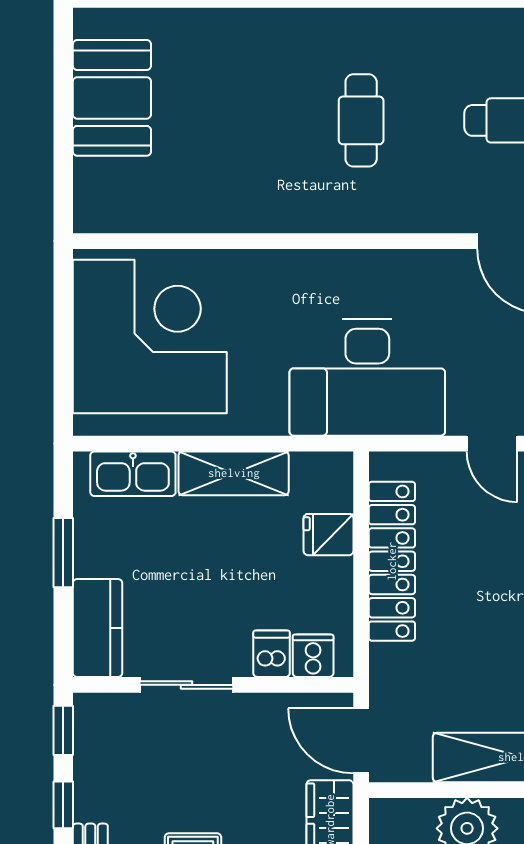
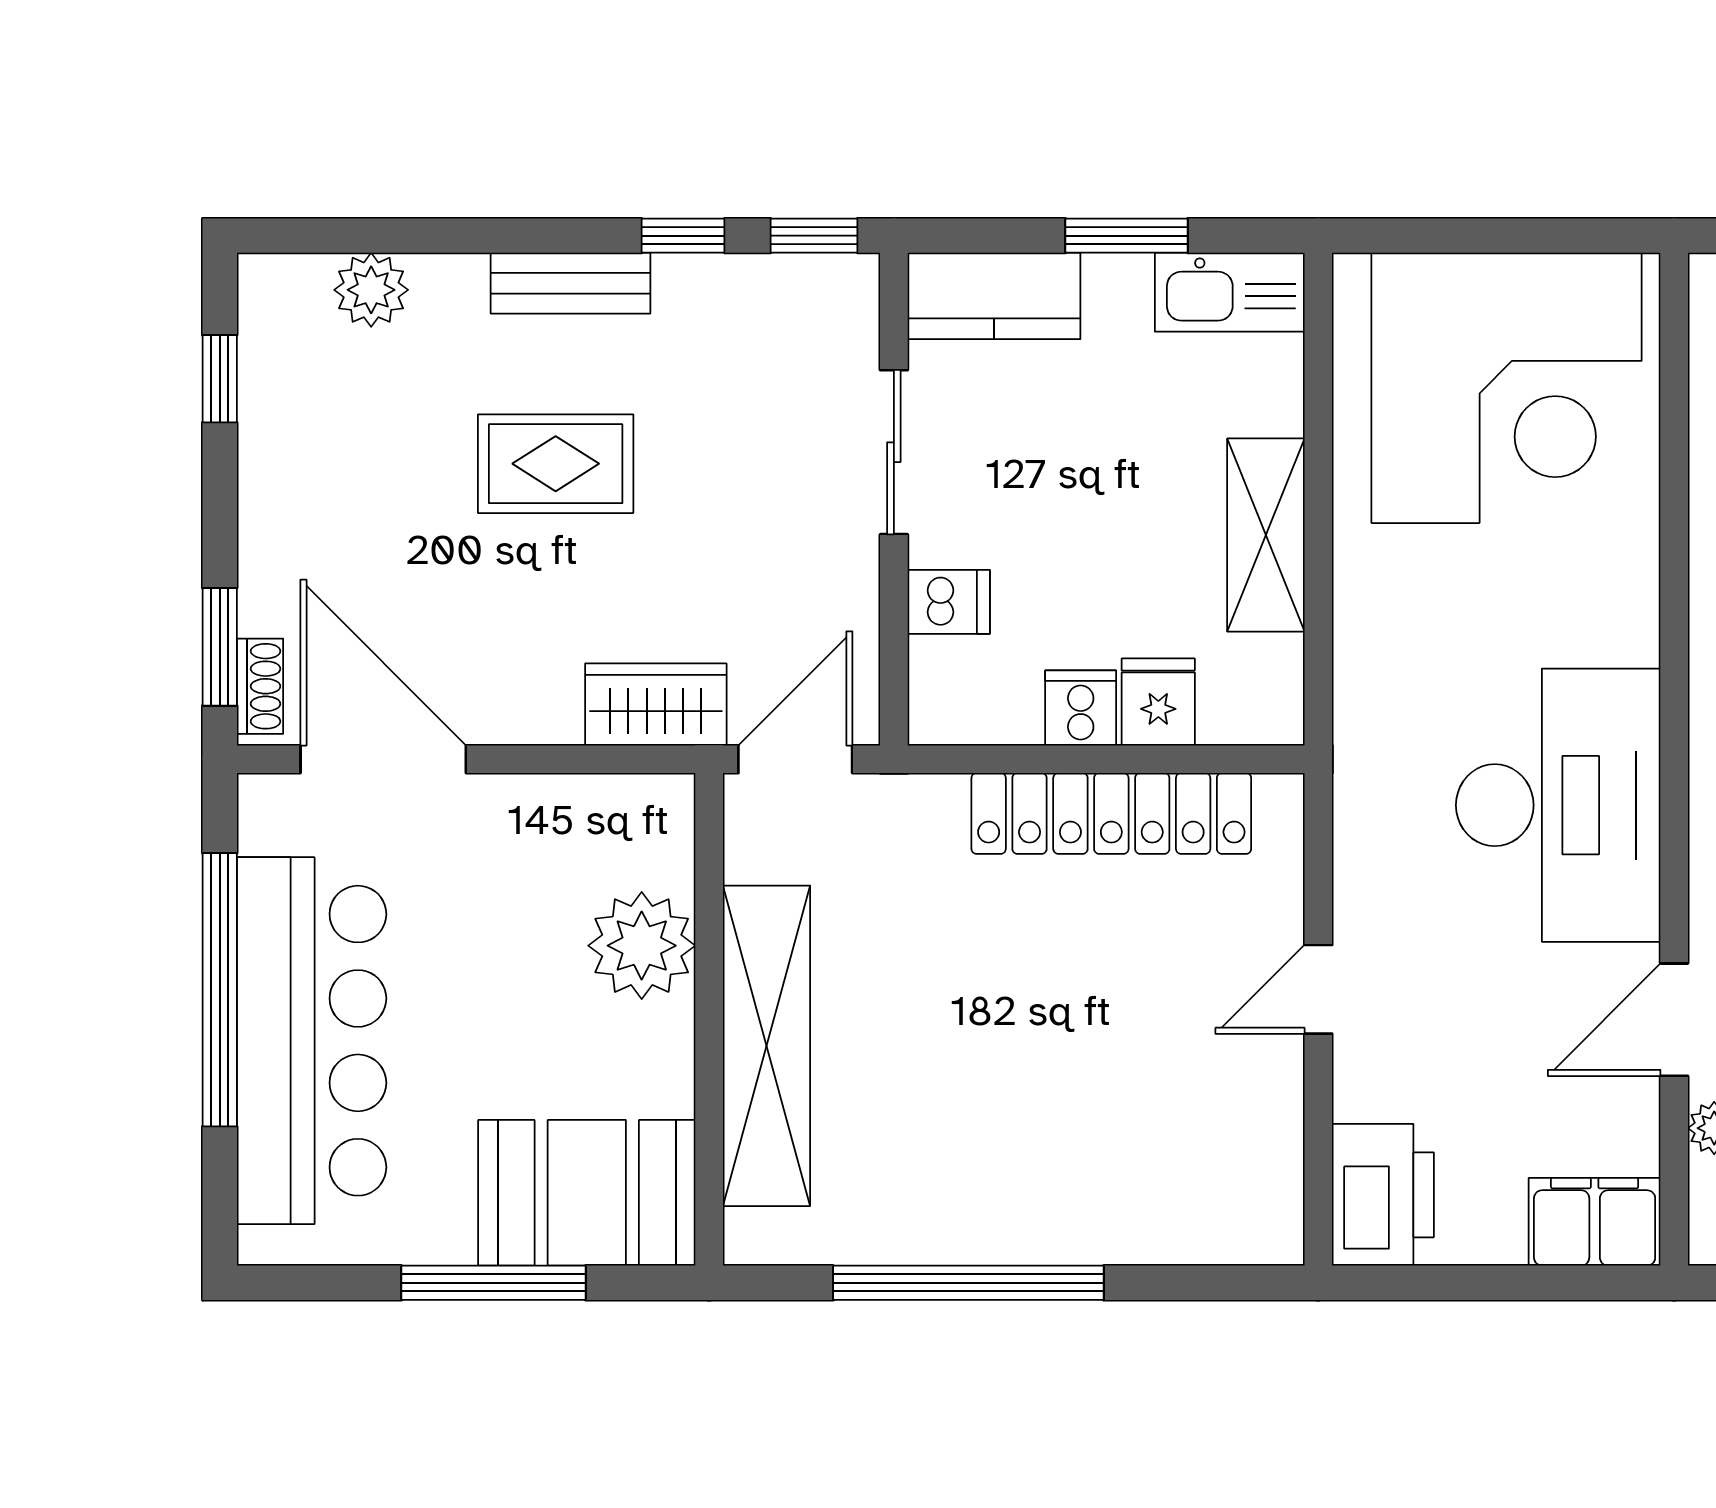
desk: (367, 378) -> (1558, 805), moved, turned 180
kitchen sink: (133, 474) -> (1230, 292), moved, turned -90
cooker: (313, 656) -> (1081, 708), moved, turned -90

